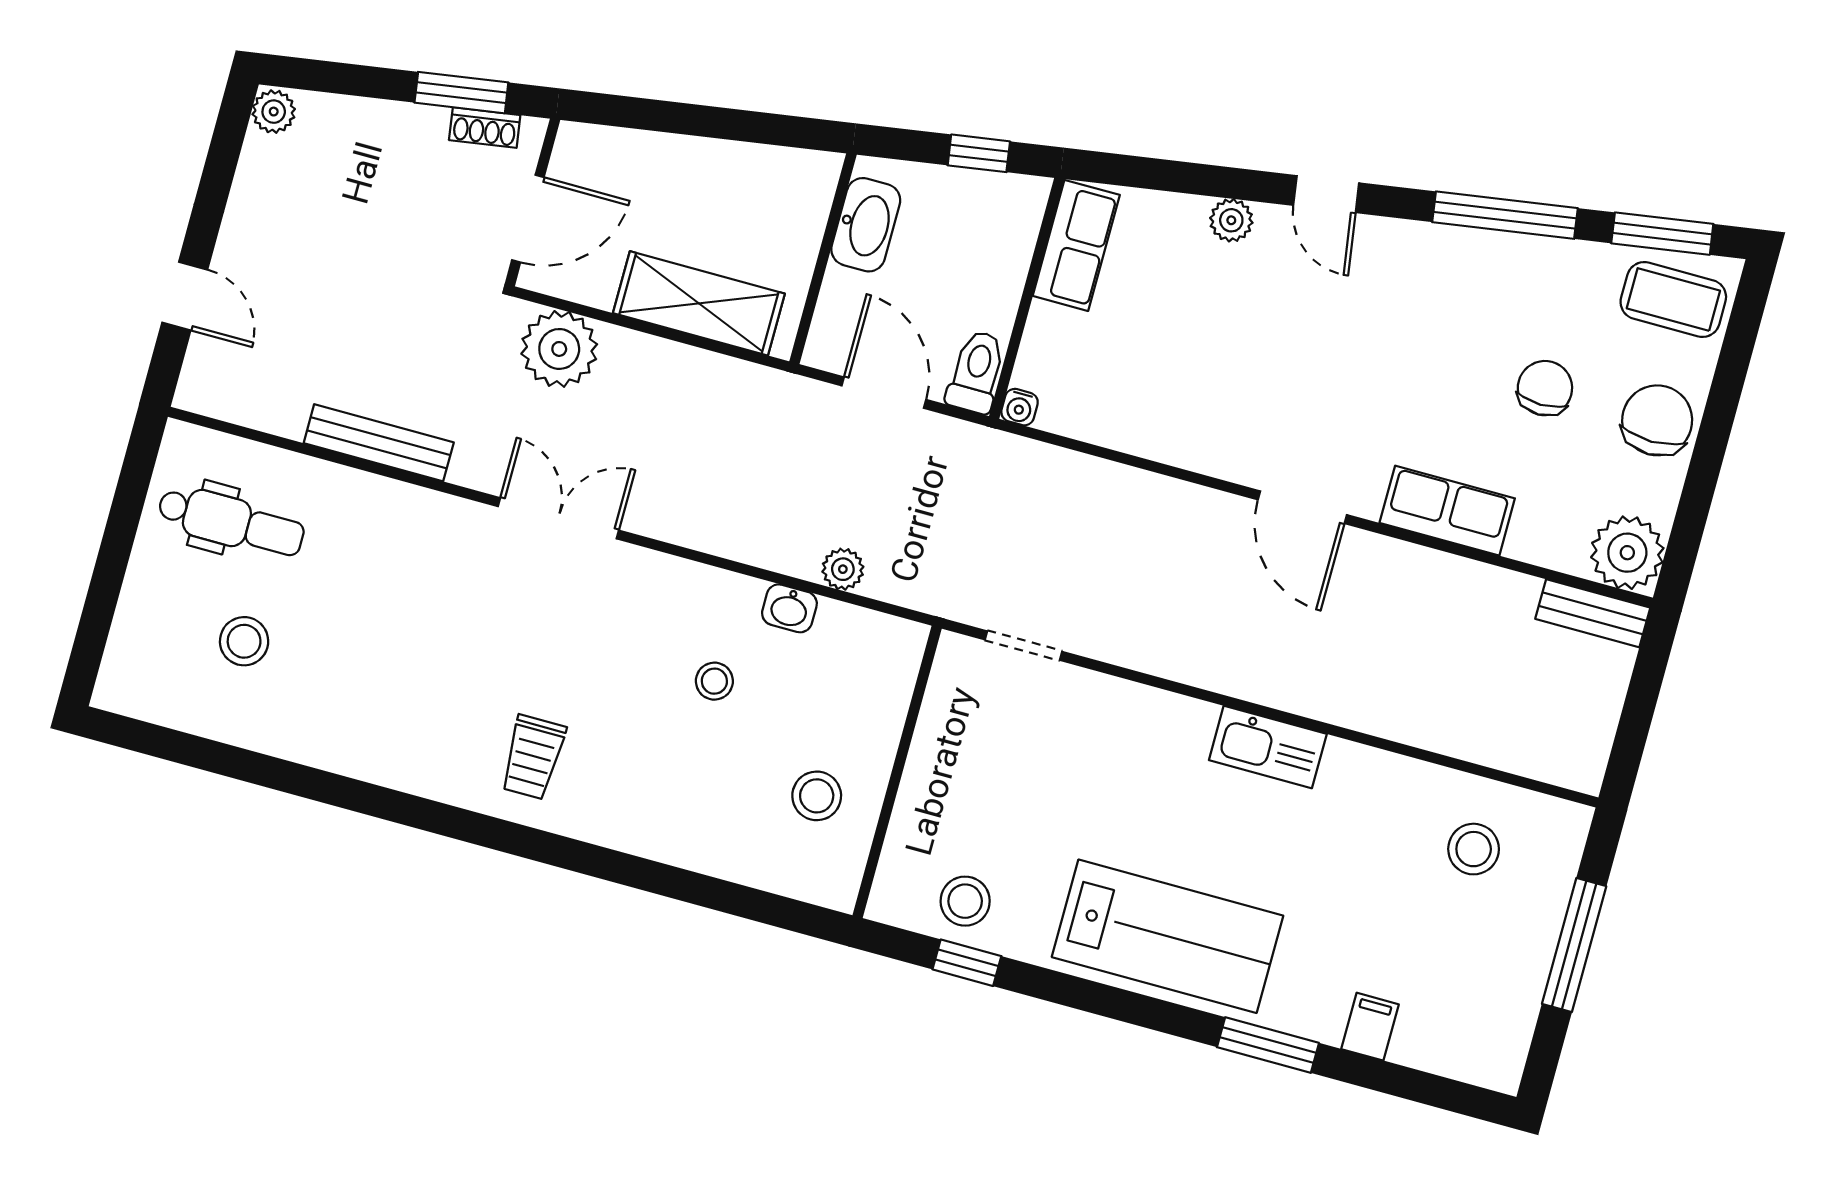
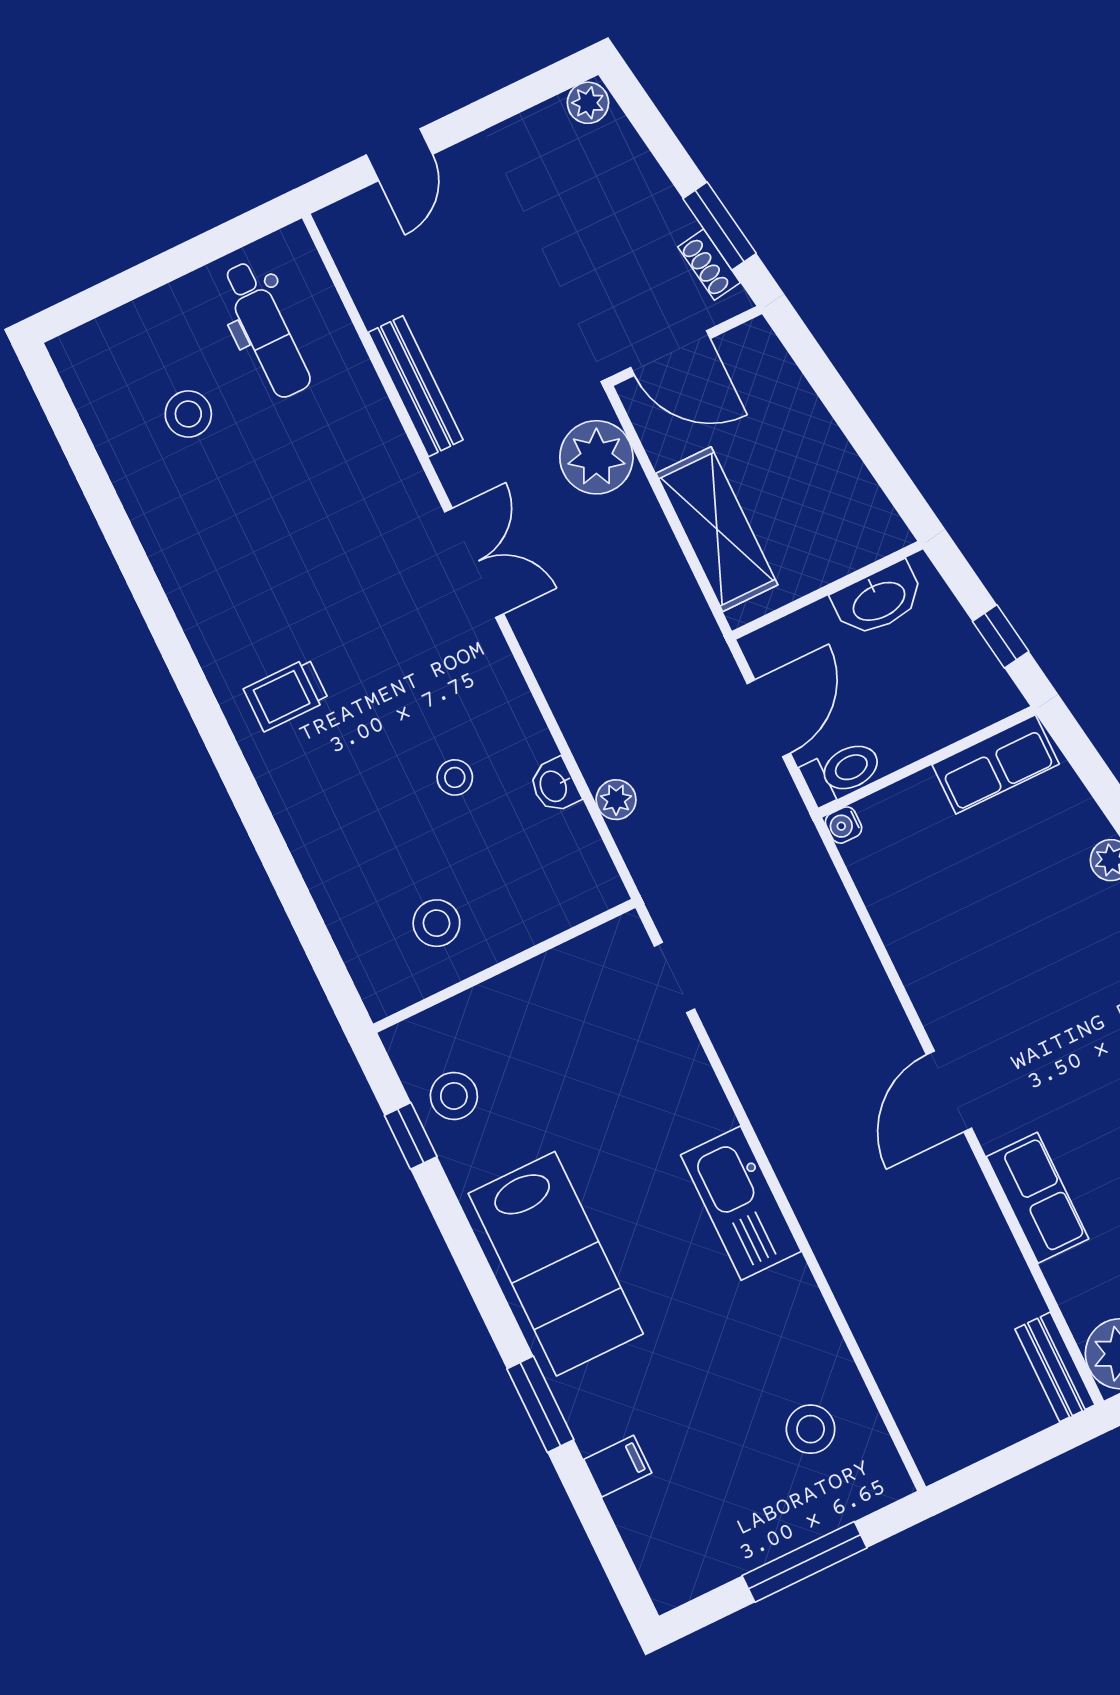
kitchen sink: (1268, 747) -> (741, 1203), width x1.36, depth x1.24

